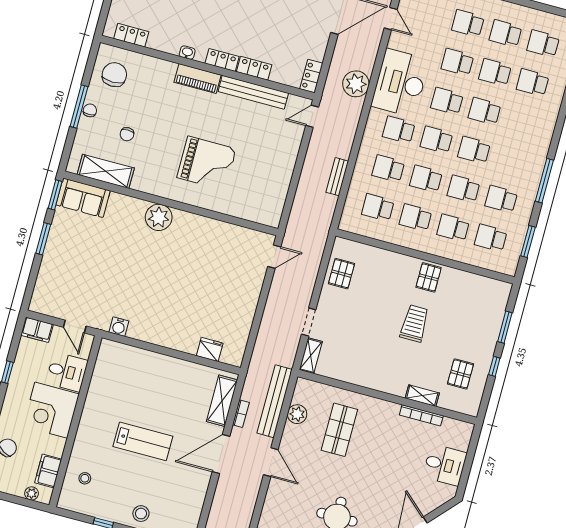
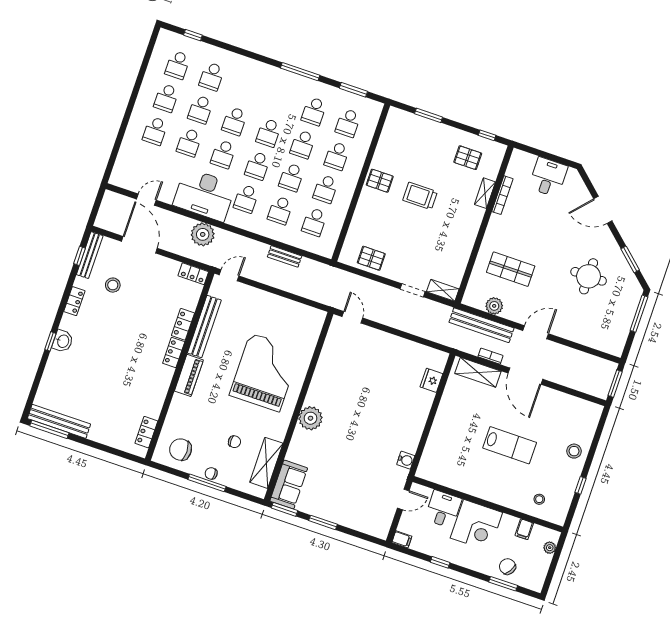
washbasin: (187, 53) -> (165, 383), removed
door: (312, 116) -> (229, 275), swing flipped
grand piano: (207, 163) -> (265, 372), width x1.37, depth x1.48
filing cabinet: (37, 330) -> (402, 539), width x0.50
window: (494, 366) -> (487, 135), moved
lab bench: (143, 441) -> (510, 445), turned 90
filing cabinet: (48, 471) -> (524, 529), width x0.50

